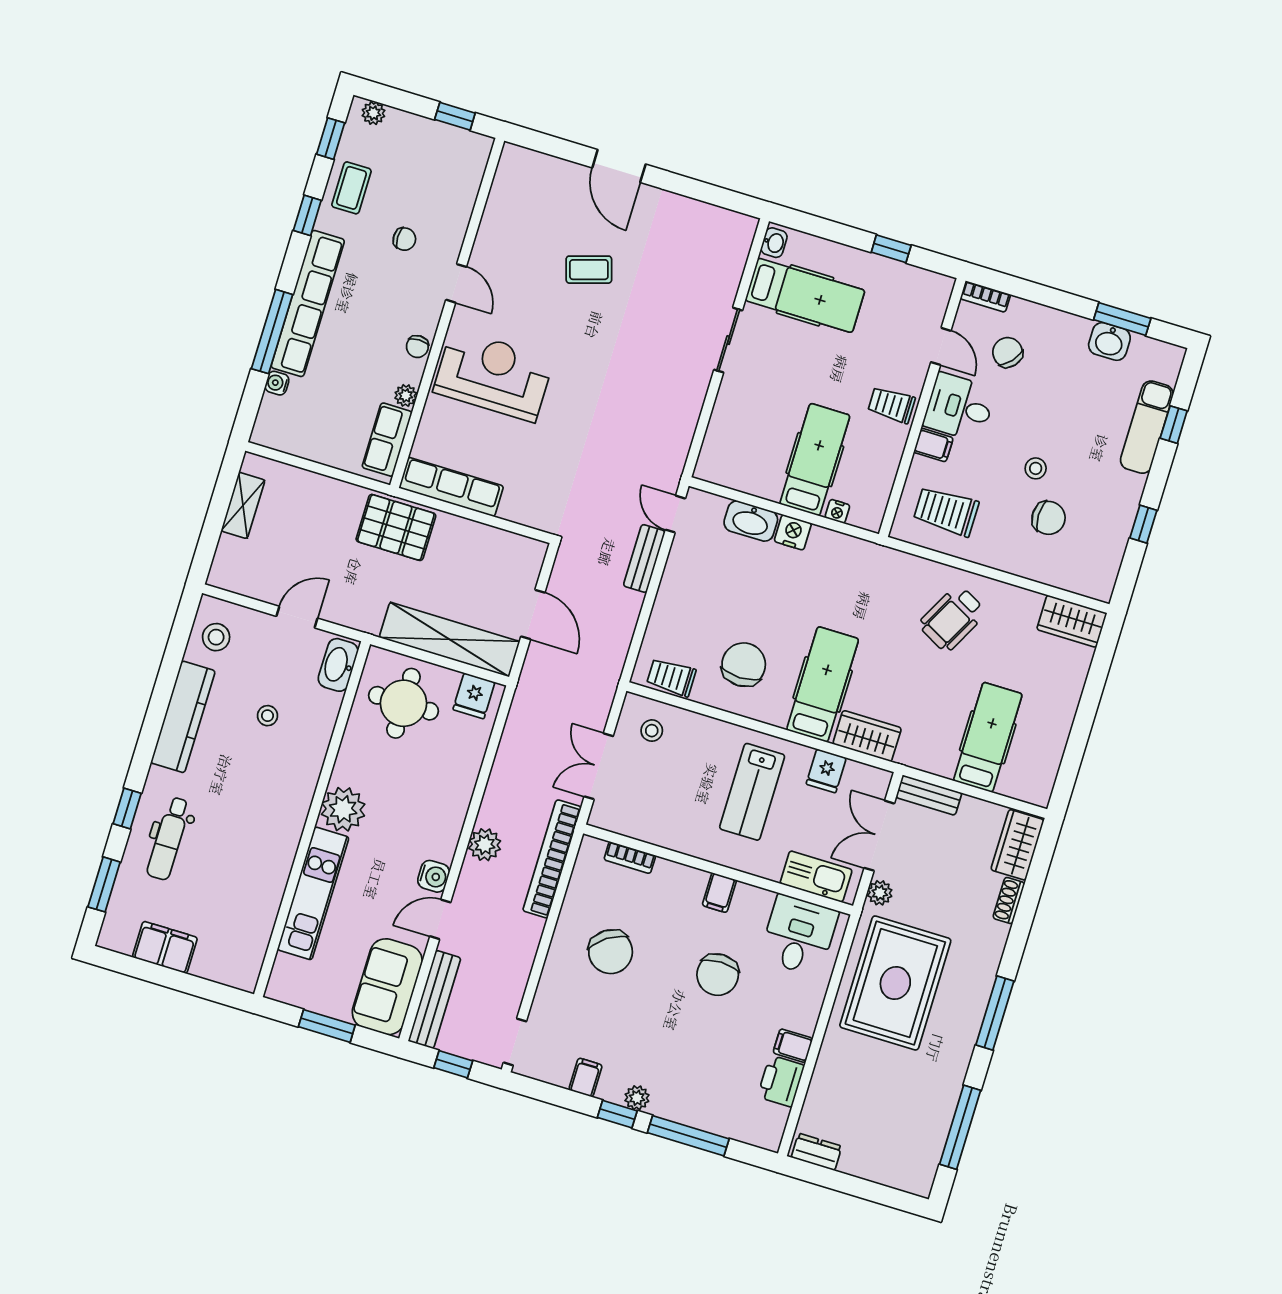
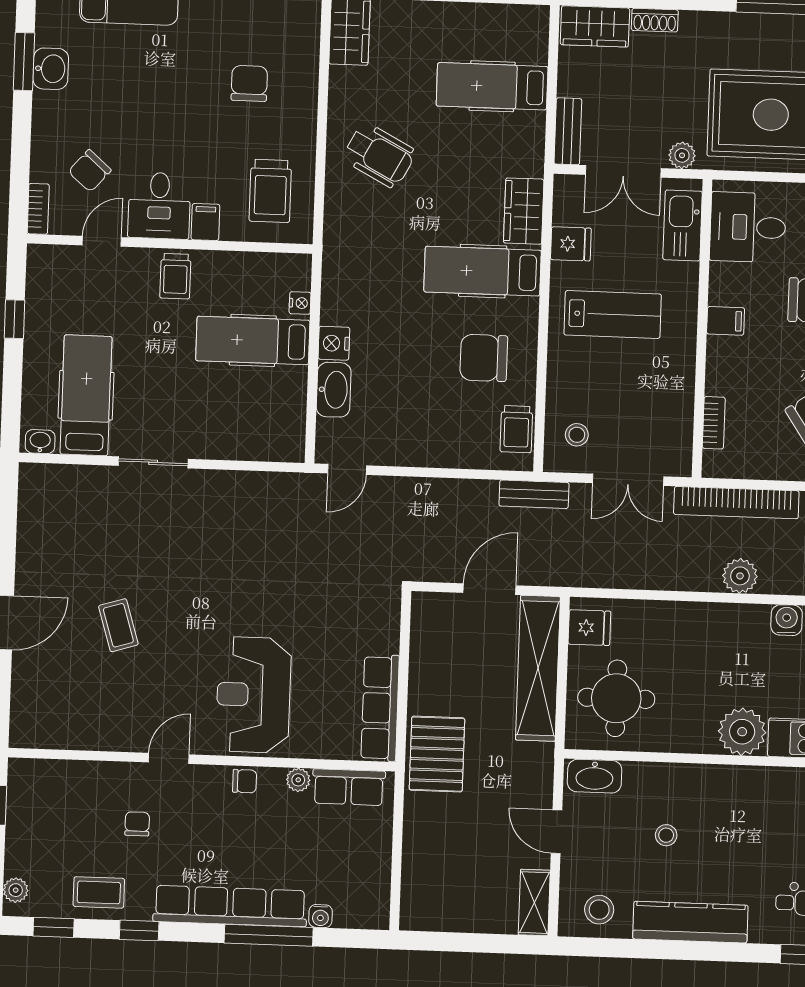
stool: (1036, 468) -> (202, 110), removed
shelving: (243, 505) -> (534, 903), moved, turned 90
bench: (644, 559) -> (534, 494), moved

